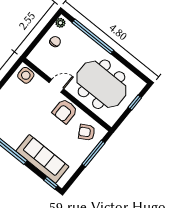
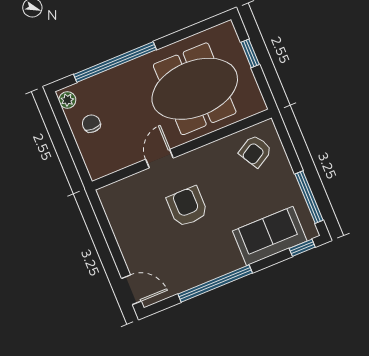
side table: (26, 75) -> (118, 196), removed
armchair: (65, 111) -> (187, 207), moved, turned 180
window: (93, 154) -> (309, 197), moved
sofa: (42, 159) -> (270, 236), width x0.73

